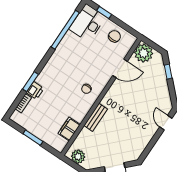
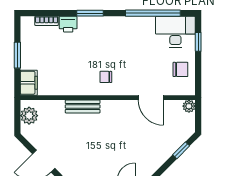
plant: (144, 53) -> (189, 106), width x0.53, depth x0.53
window: (30, 82) -> (90, 13), moved
filing cabinet: (69, 129) -> (29, 83), moved, turned 90

